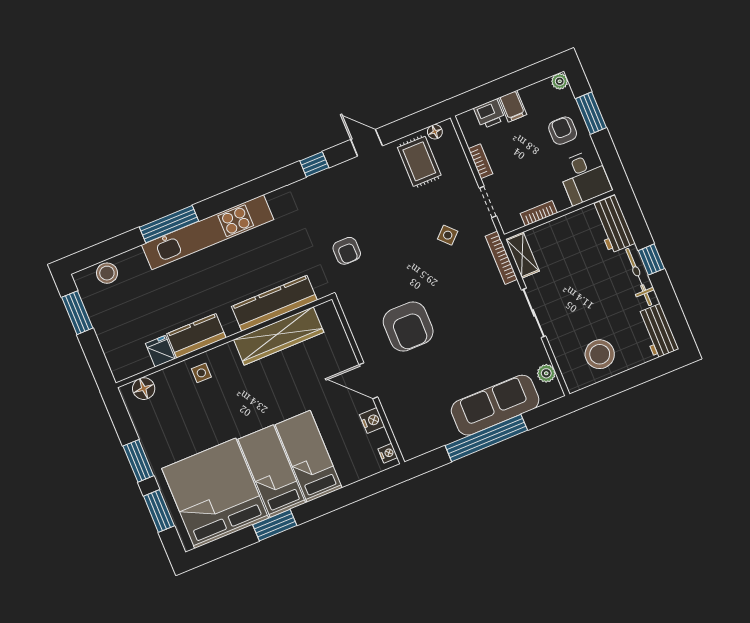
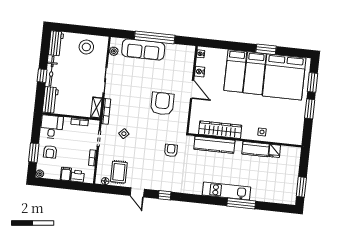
kitchen unit: (208, 232) -> (226, 191), width x0.73
stool: (107, 273) -> (279, 197), removed
floor lamp: (144, 389) -> (290, 139), removed

